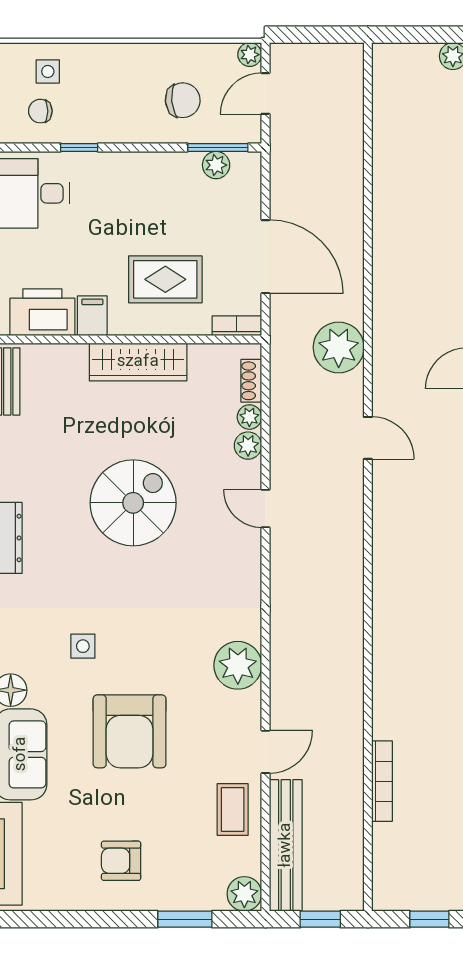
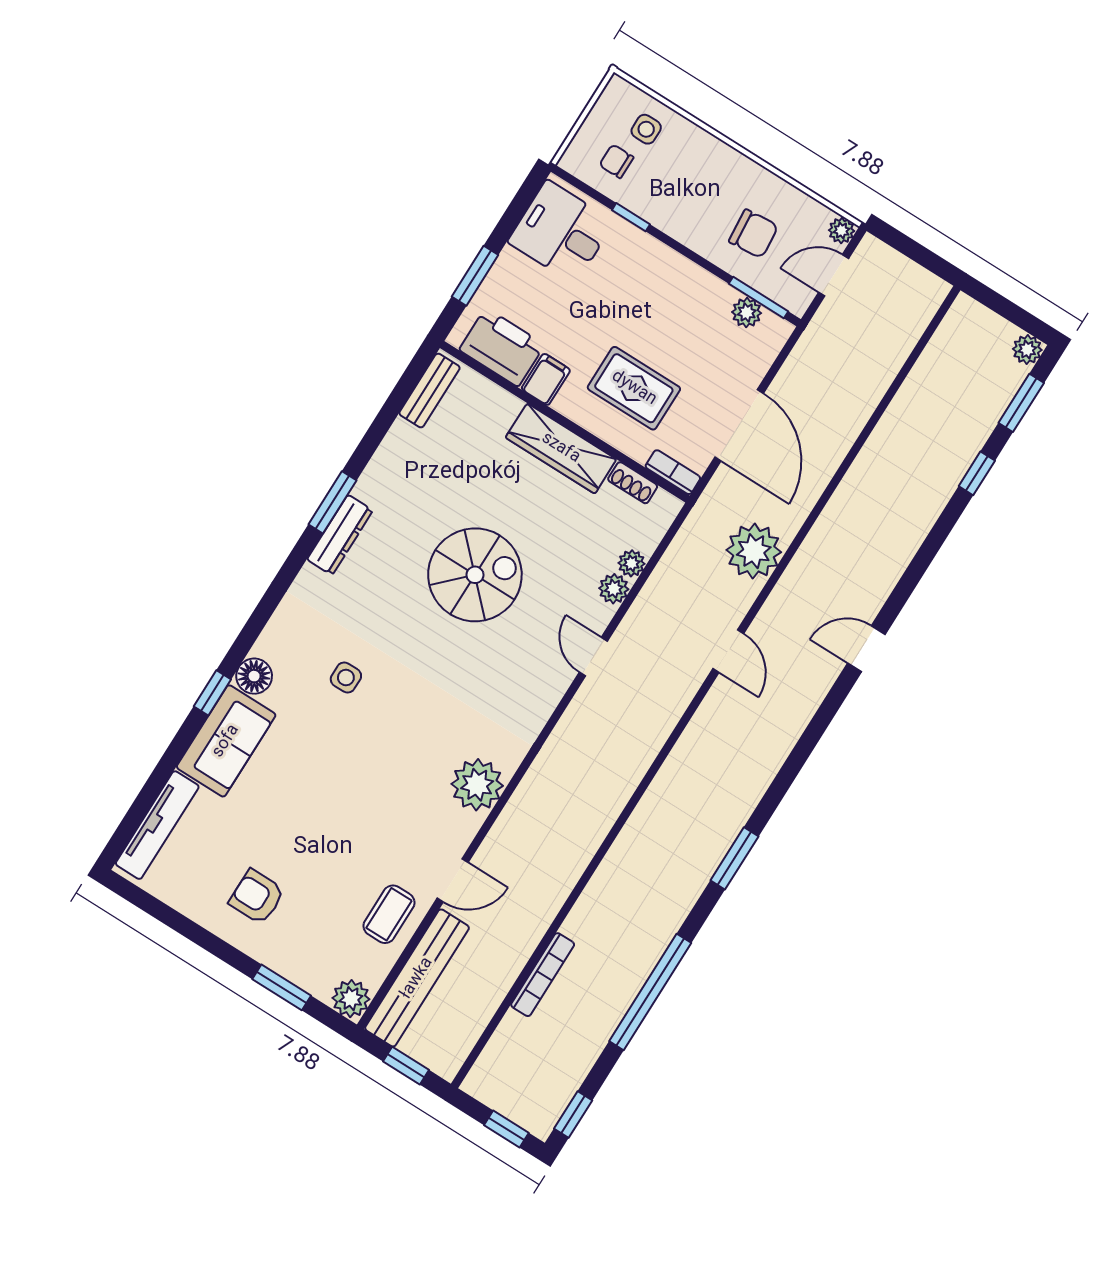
shoe rack: (251, 381) -> (633, 483), moved, turned -90
armchair: (130, 731) -> (339, 783), removed

